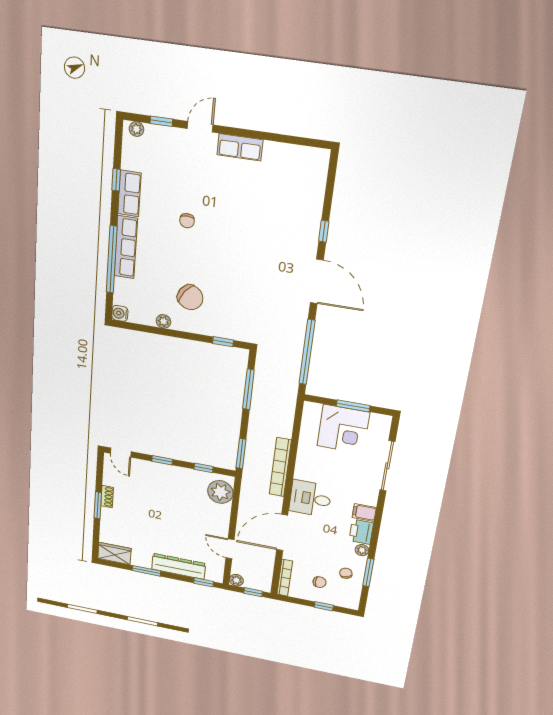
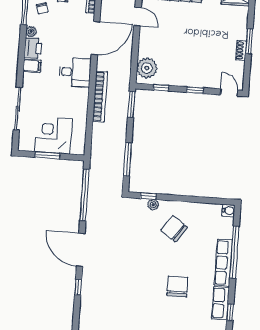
chair: (187, 221) -> (177, 287), width x1.87, depth x1.87
plant: (163, 321) -> (153, 205), moved

